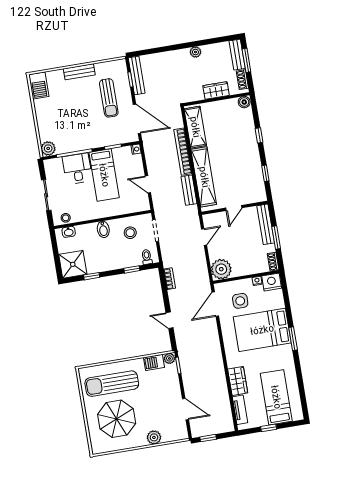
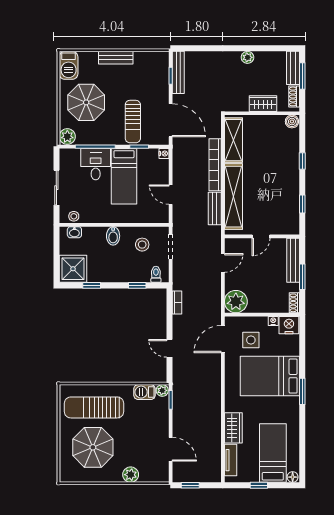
sun lounger: (109, 98) -> (133, 122), moved
parasol: (60, 116) -> (86, 102), added
floor lamp: (297, 416) -> (293, 477), added

